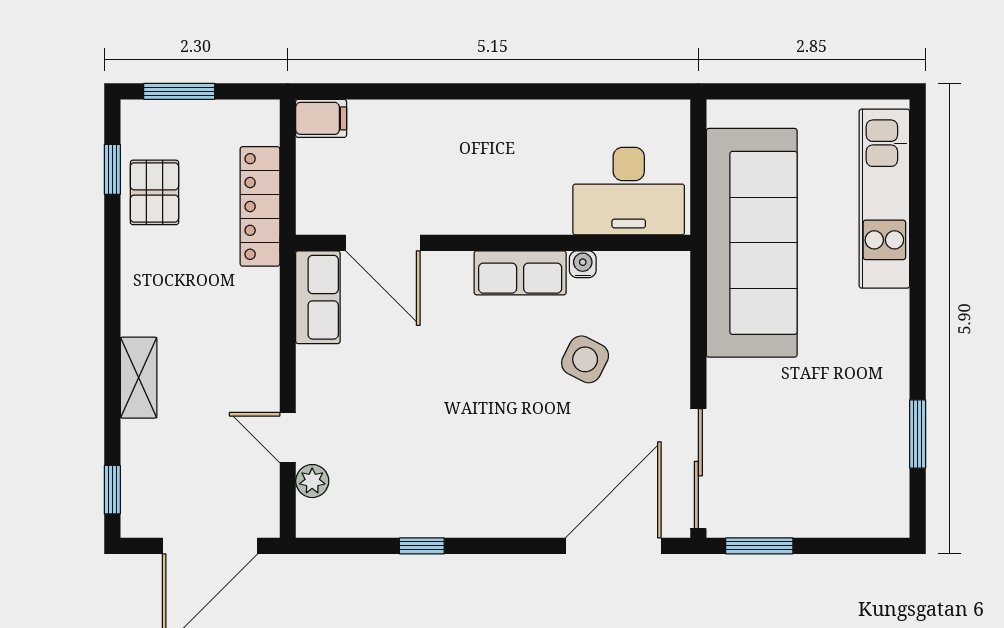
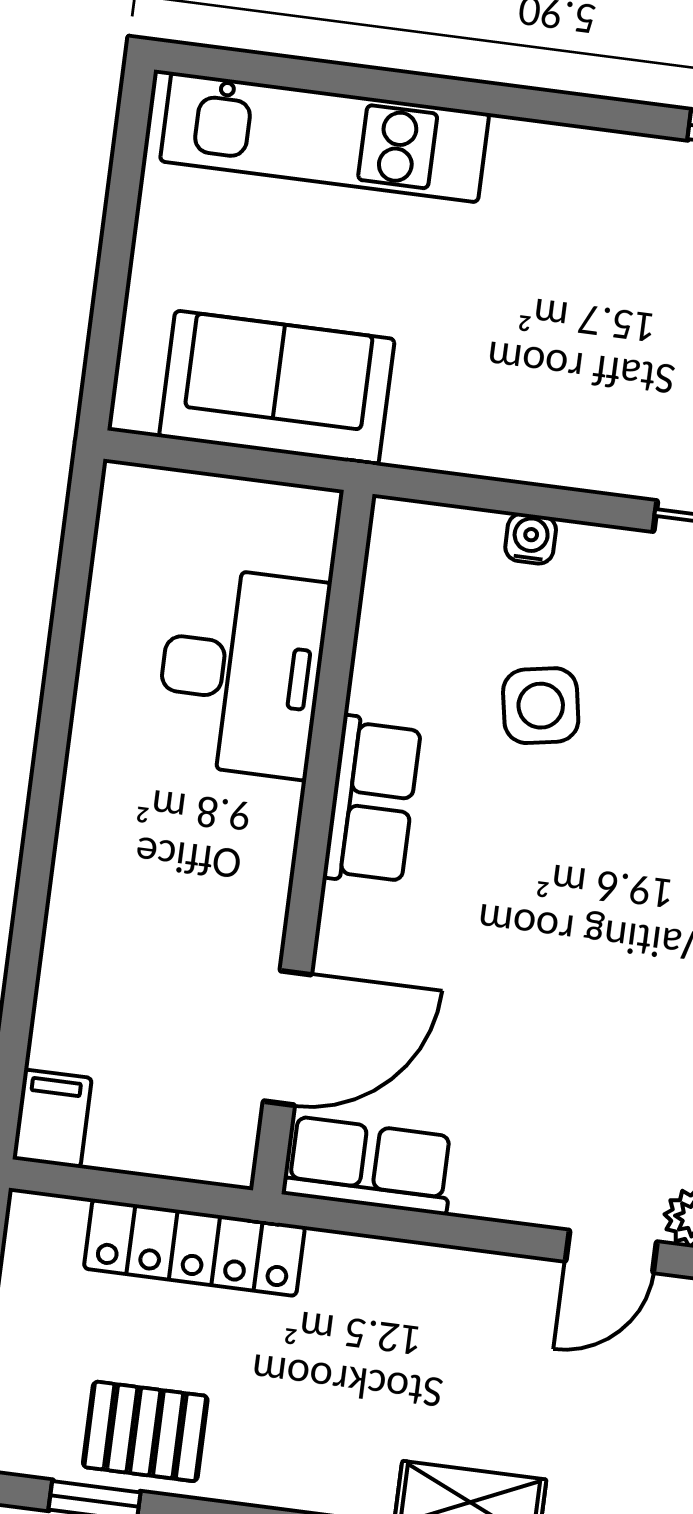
desk: (629, 191) -> (241, 672), moved
sofa: (752, 243) -> (277, 388), width x0.54, depth x0.79
water cooler: (583, 264) -> (531, 539), moved, turned 90
side table: (585, 359) -> (541, 706), turned -37

